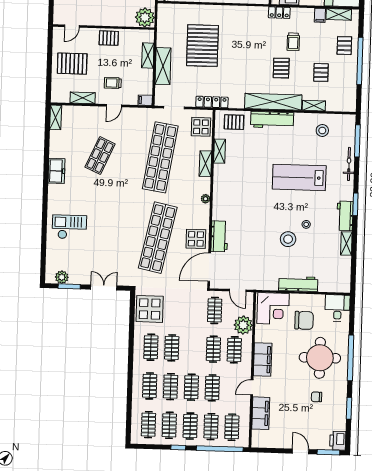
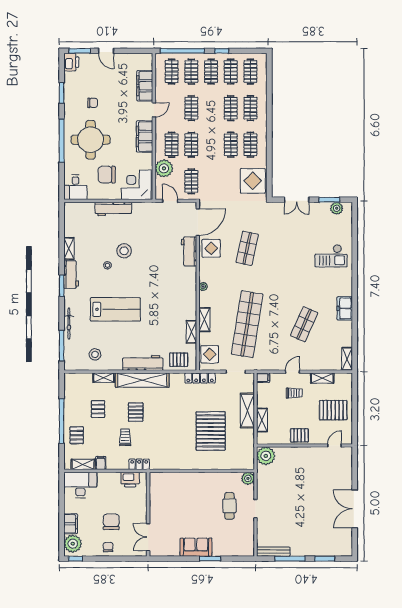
shop shelf: (158, 238) -> (247, 248), width x0.50, depth x0.74
clothes rail: (191, 387) -> (211, 108), removed

